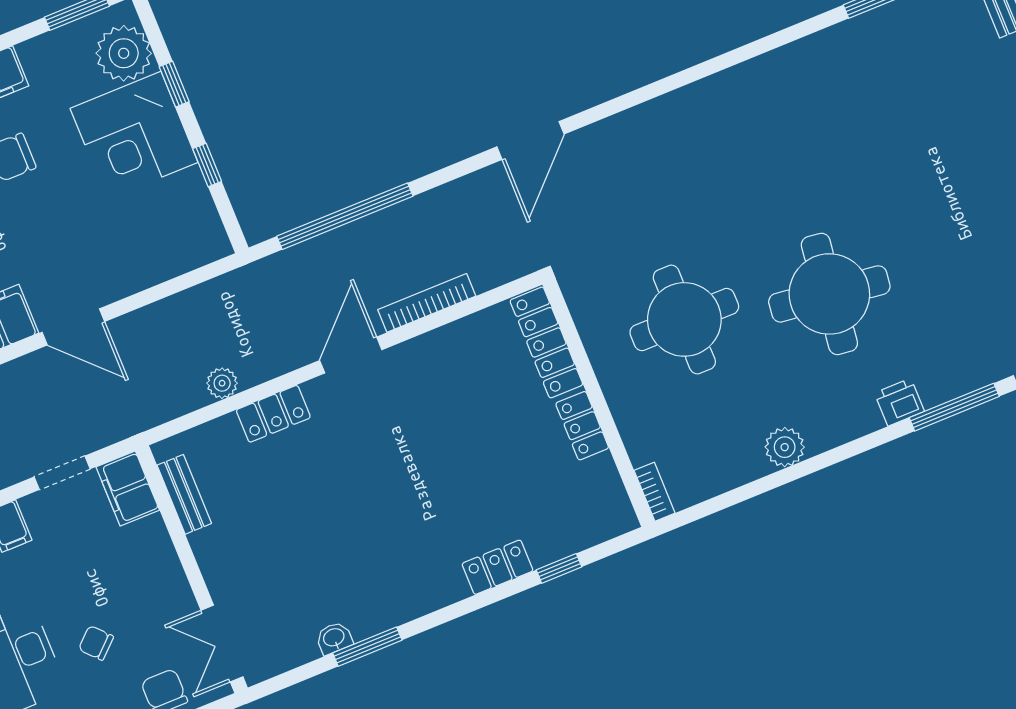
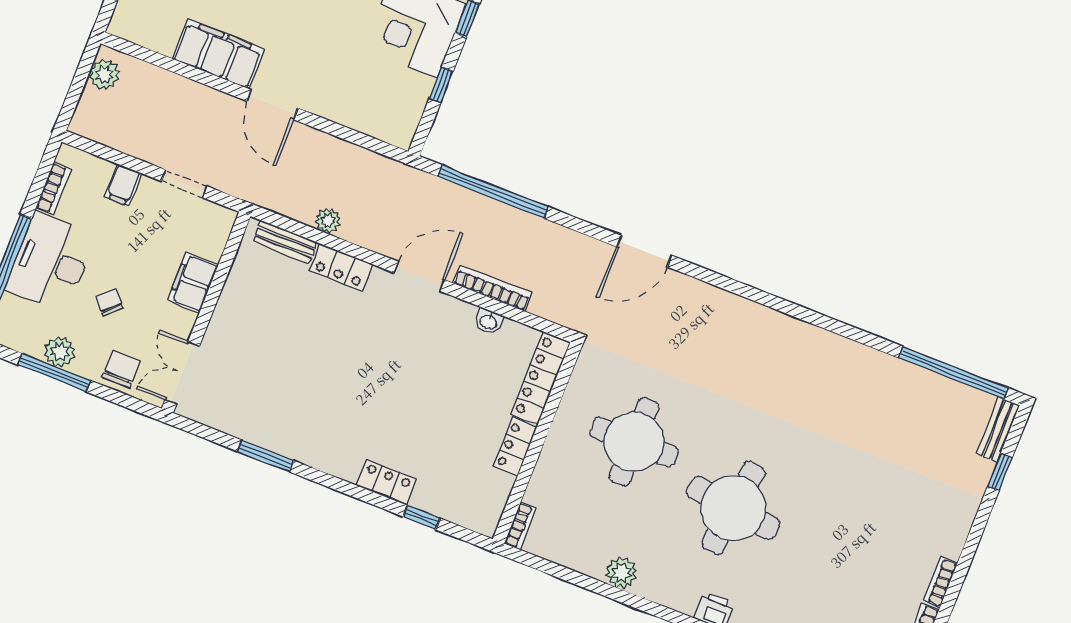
filing cabinet: (128, 488) -> (193, 282), moved
bench: (184, 494) -> (285, 242), moved, turned 90
washbasin: (334, 638) -> (489, 321), moved, turned 180

